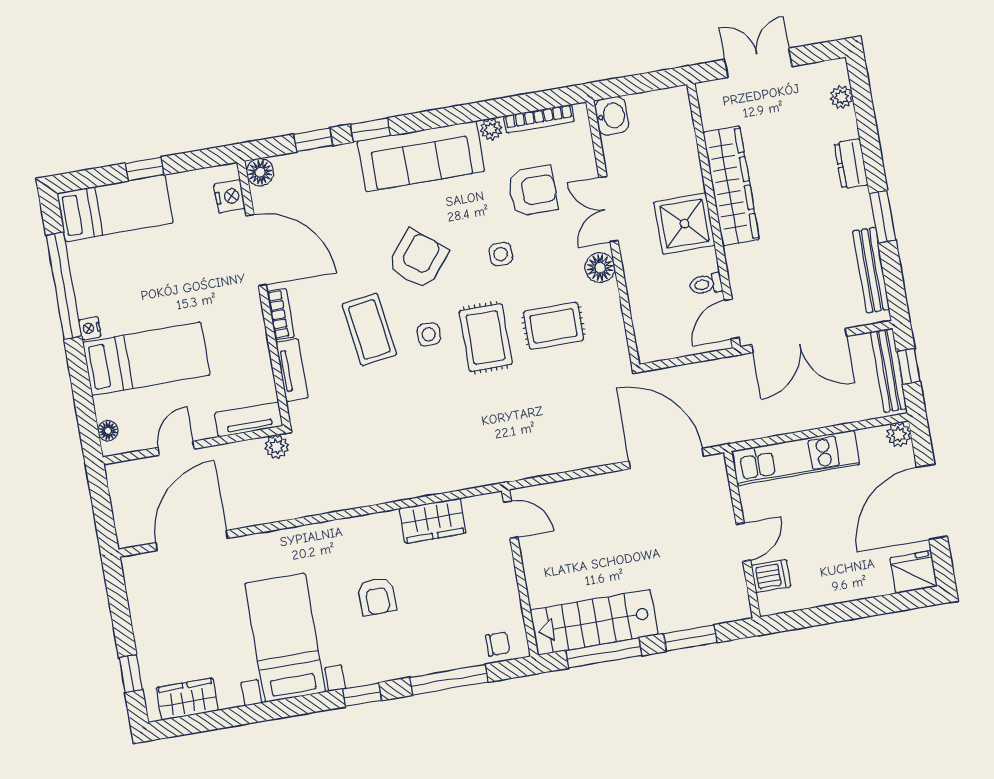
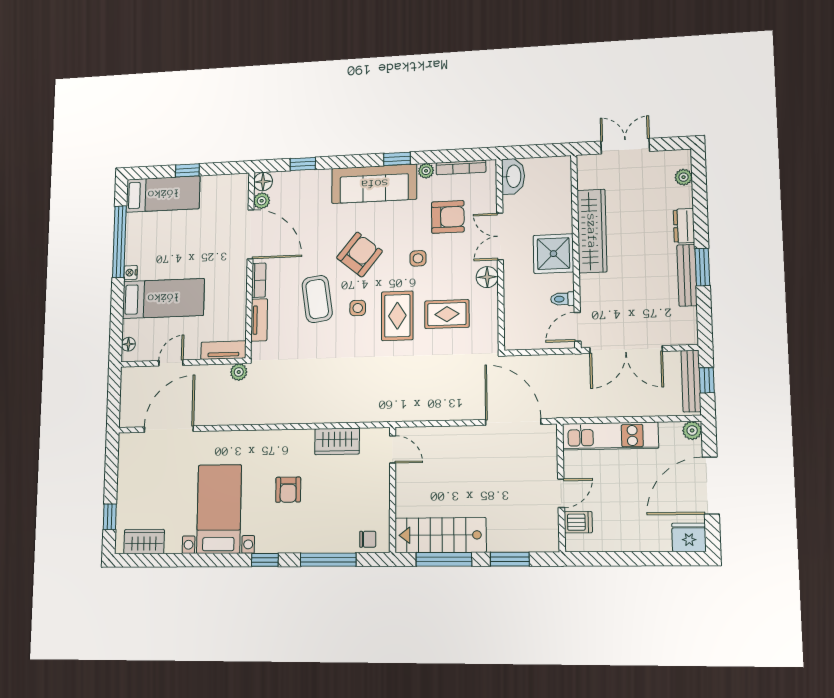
washbasin: (612, 116) -> (513, 176), width x1.38
window: (370, 130) -> (397, 159), moved
nightstand: (230, 196) -> (240, 195), removed
plant: (263, 200) -> (262, 201), added
bench: (871, 270) -> (687, 275), moved

